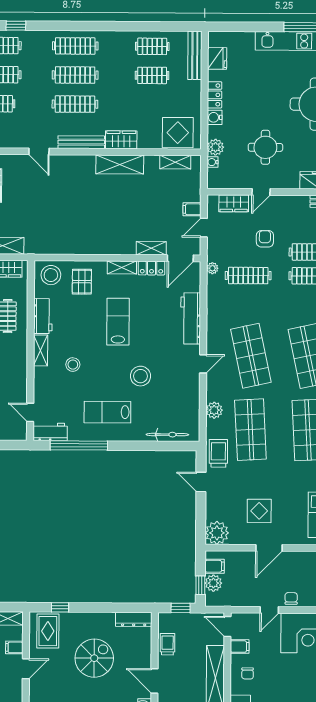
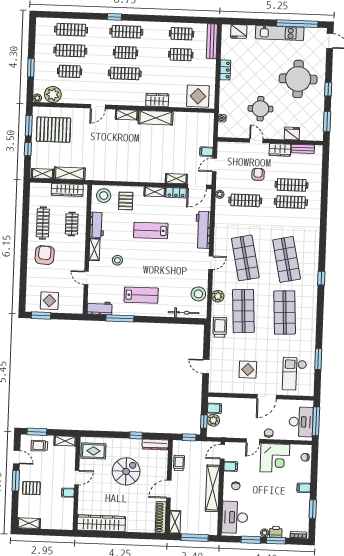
window: (16, 26) -> (114, 17), moved
fridge: (217, 58) -> (239, 31), moved, turned 90
clothes rail: (75, 75) -> (126, 53), width x0.73
water cooler: (215, 117) -> (225, 86), removed
bench: (81, 142) -> (128, 101), removed
plant: (216, 147) -> (225, 108), removed
door: (39, 151) -> (98, 107), hinge flipped
shelving: (175, 162) -> (127, 115), moved
door: (261, 192) -> (256, 141), swing flipped
wardrobe: (234, 203) -> (280, 150), moved
lab bench: (118, 322) -> (151, 230), turned -90
stool: (141, 376) -> (198, 294), moved
door: (30, 412) -> (86, 278), moved
lab bench: (107, 412) -> (141, 295), turned 180
window: (79, 445) -> (120, 318), width x0.68
door: (201, 482) -> (206, 366), moved
plant: (217, 533) -> (217, 384), removed
door: (269, 548) -> (267, 397), moved
window: (60, 607) -> (136, 435), moved
door: (227, 627) -> (222, 452), hinge flipped
rug: (48, 631) -> (93, 451), turned 90
filing cabinet: (14, 647) -> (68, 493), moved
door: (154, 681) -> (169, 489), hinge flipped

